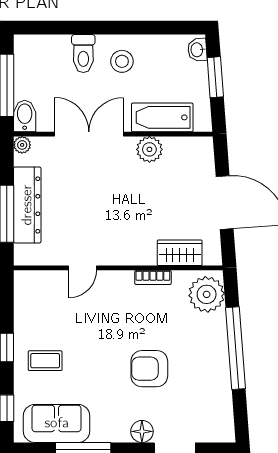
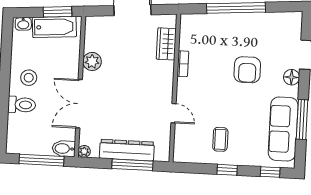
window: (215, 77) -> (58, 12), moved
bathtub: (162, 117) -> (54, 27), moved, turned -94
plant: (207, 294) -> (197, 26), removed
coffee table: (45, 361) -> (220, 139), moved
sofa: (57, 423) -> (283, 129), width x1.36

